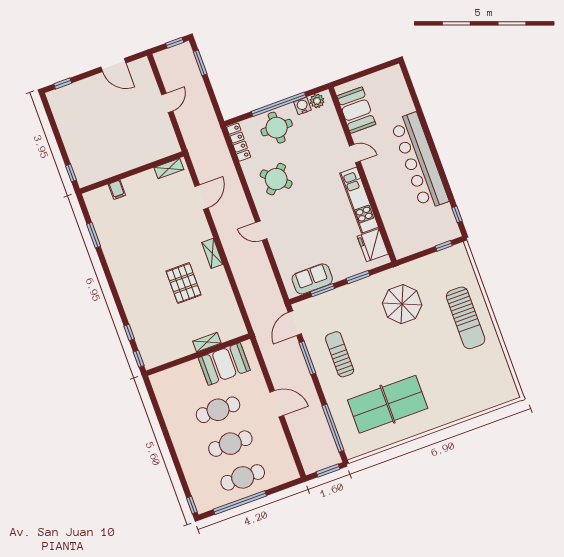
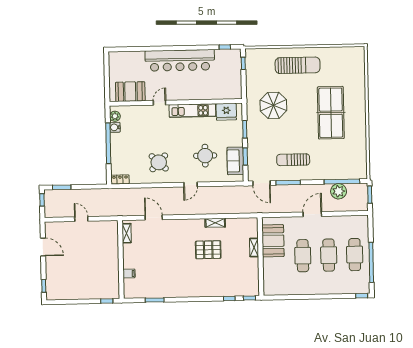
door: (113, 65) -> (43, 247), hinge flipped
round table: (277, 128) -> (205, 156), moved
locker: (239, 142) -> (120, 179), width x0.66
shelving: (212, 253) -> (215, 223), moved
table tennis table: (388, 404) -> (331, 113), moved
plant: (318, 428) -> (339, 191), added

